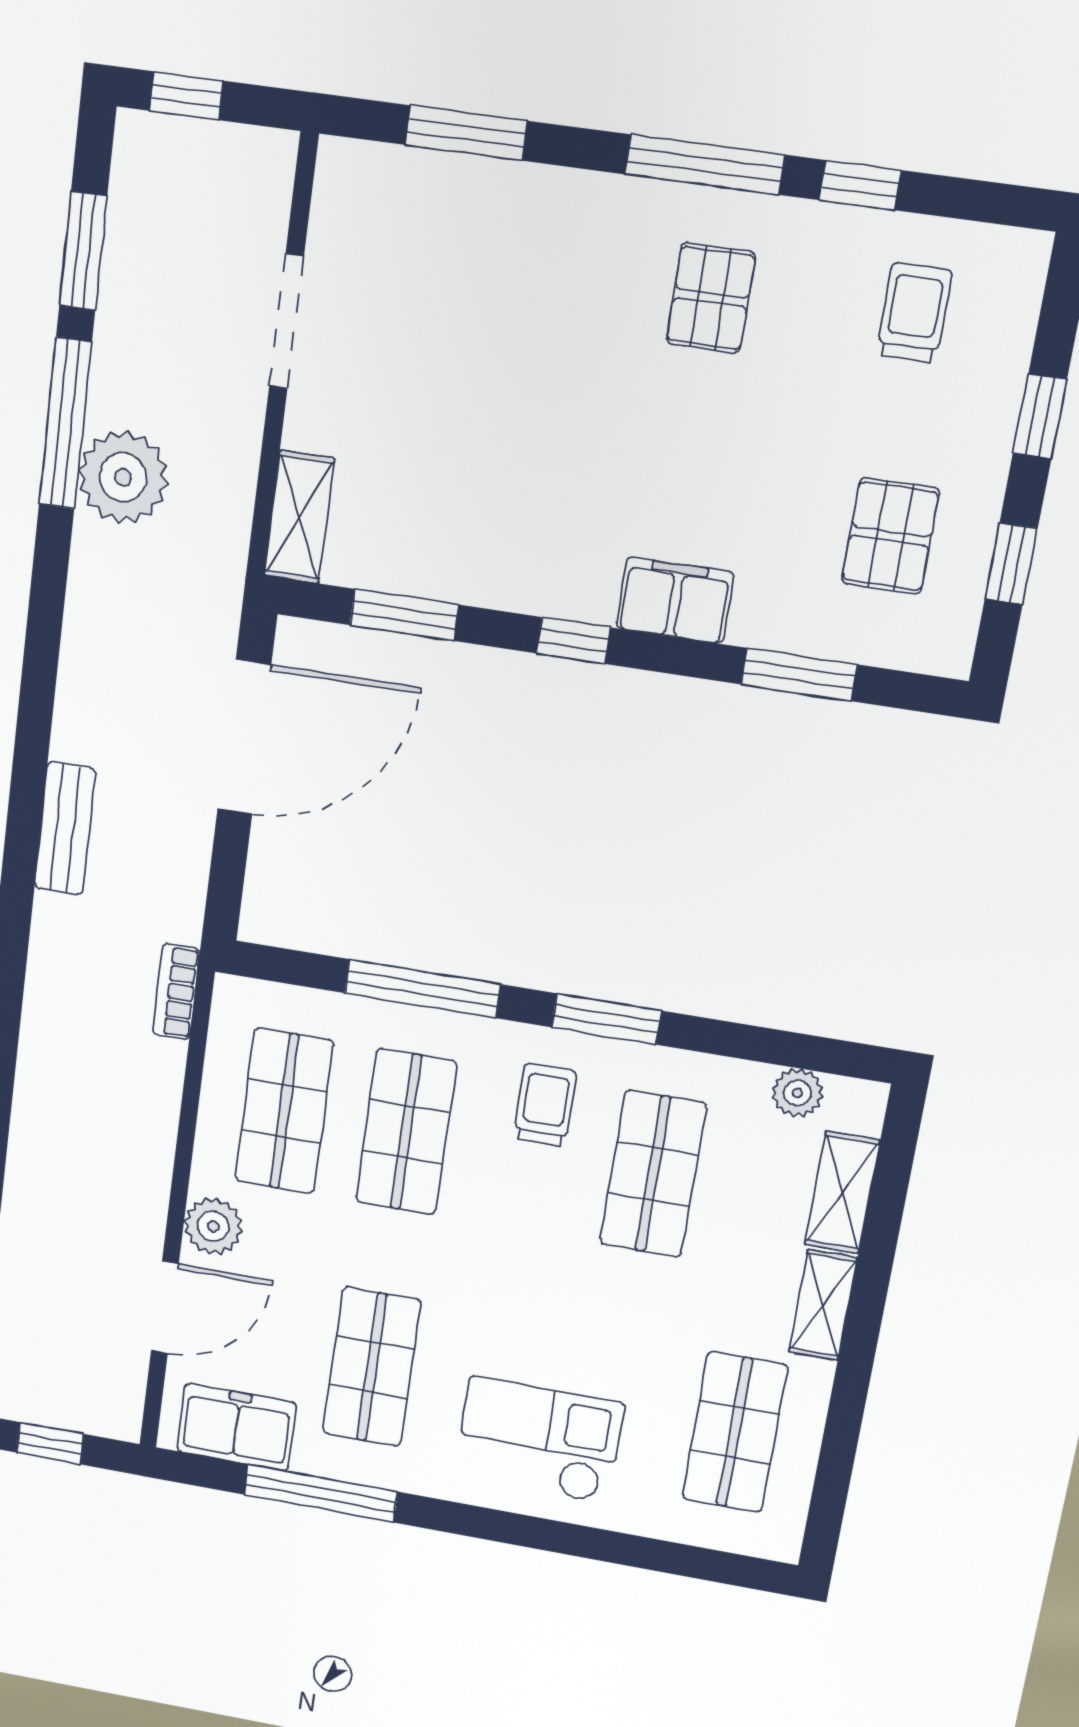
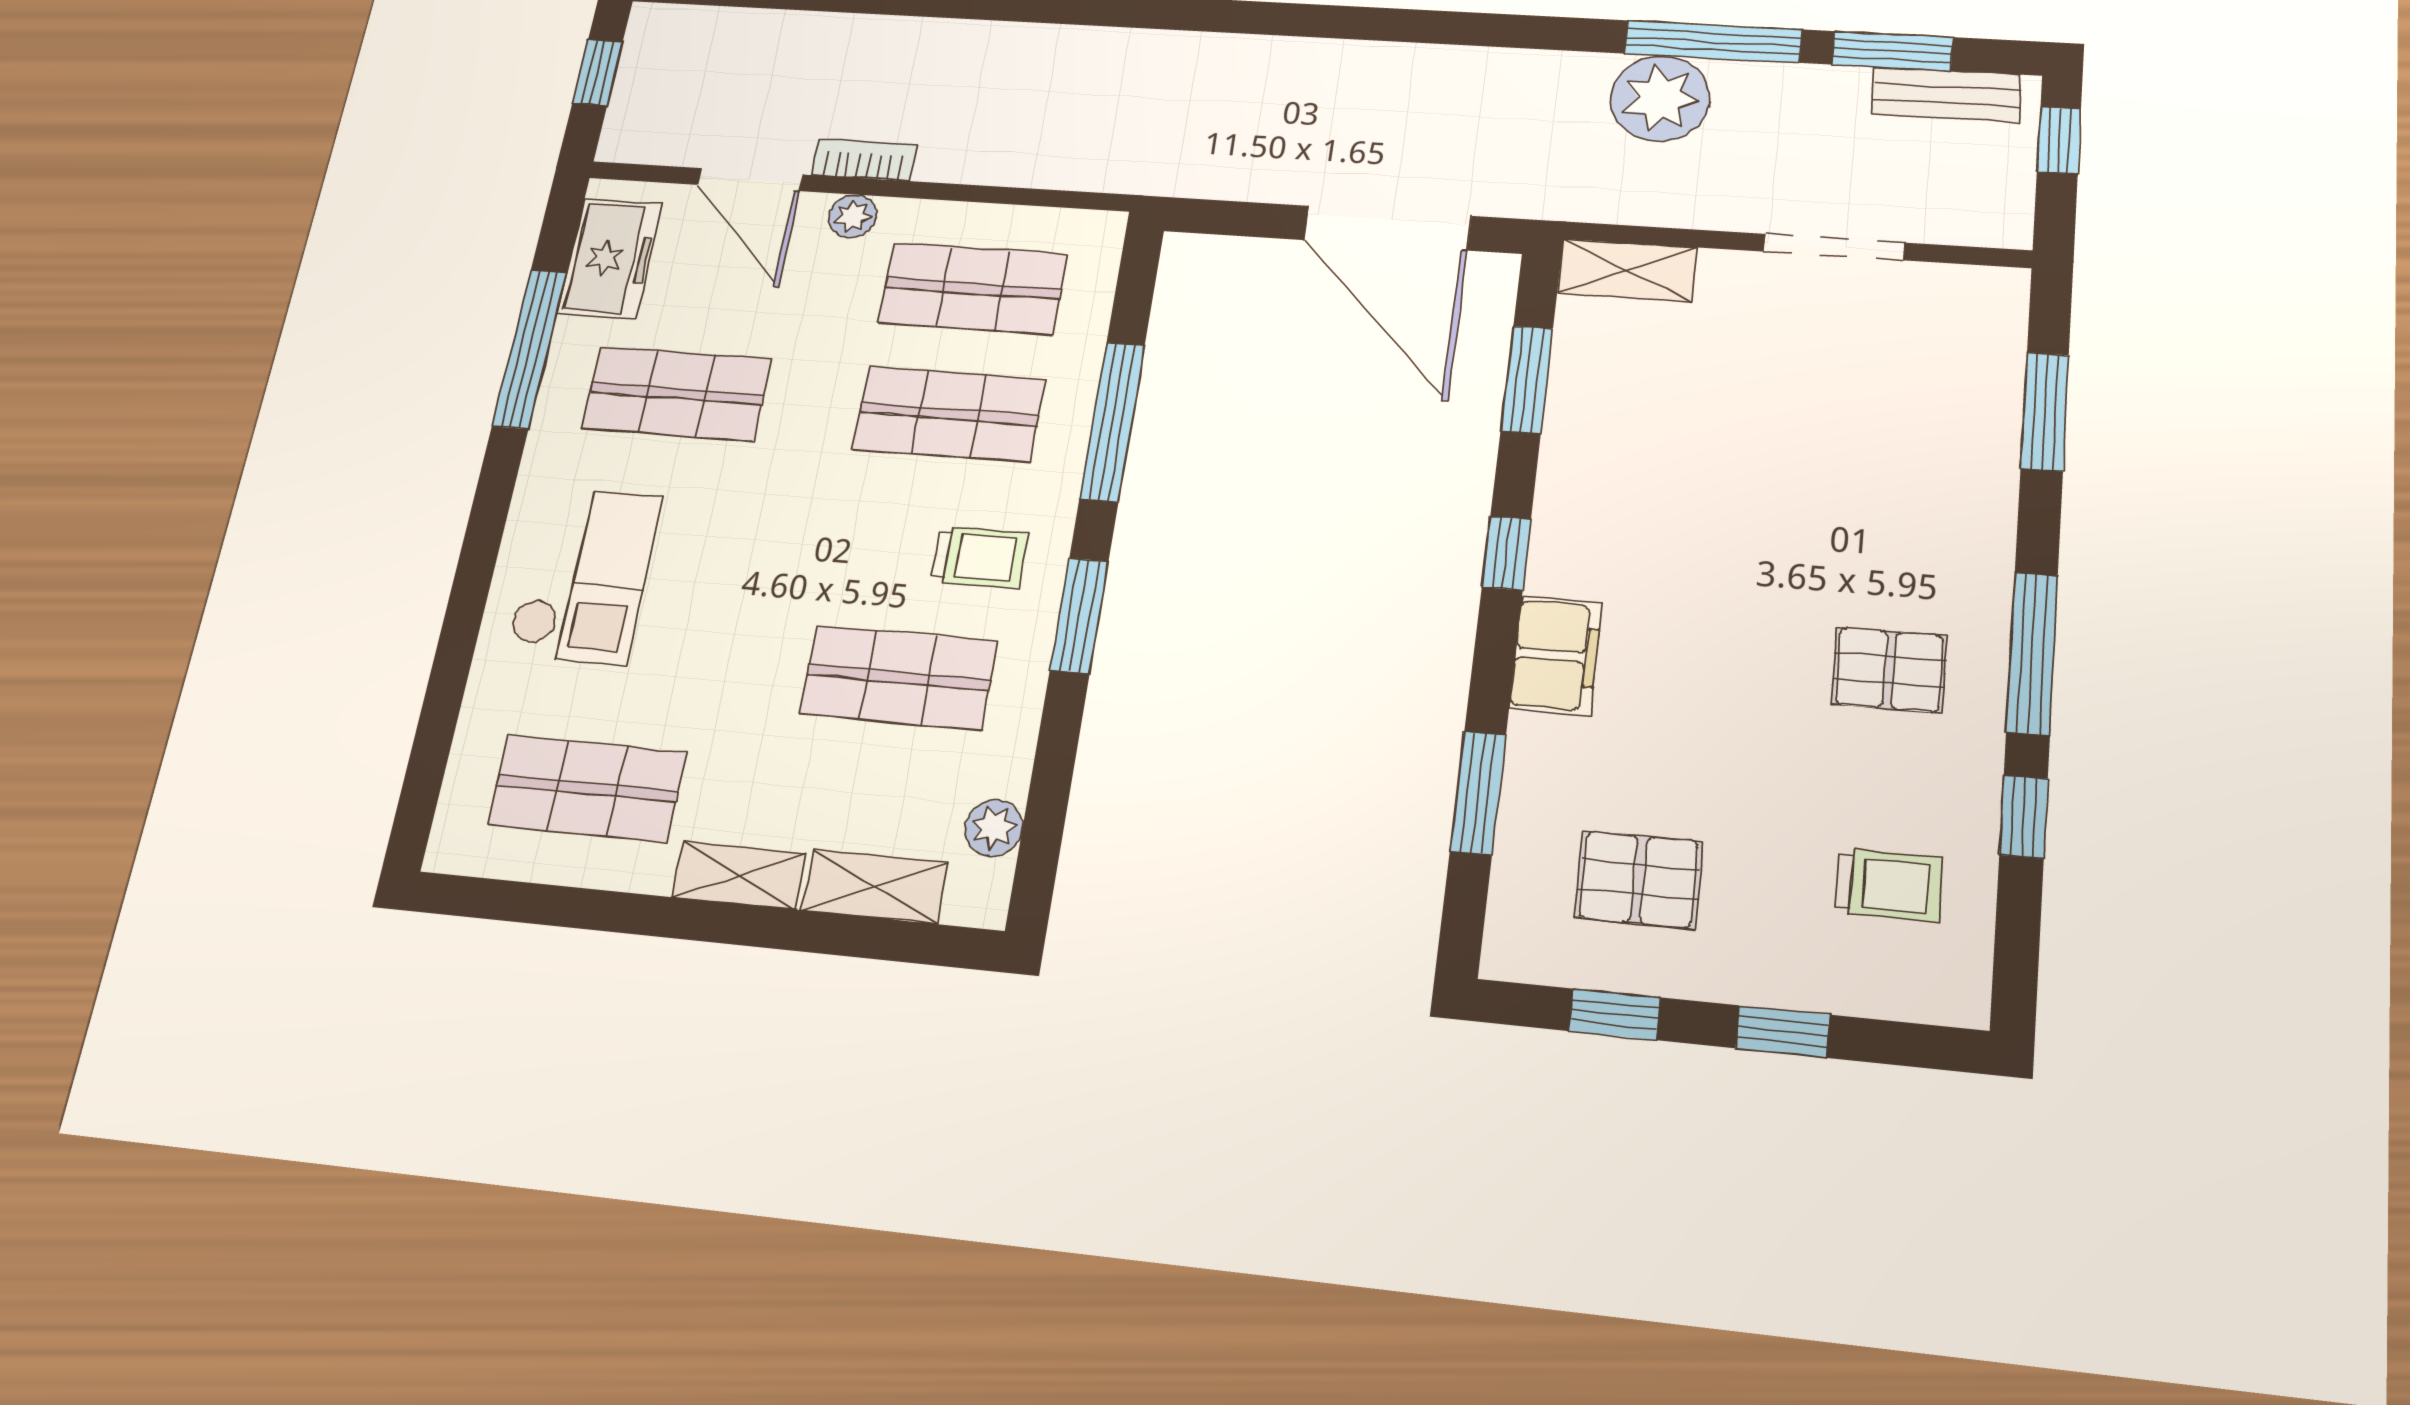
bench: (65, 829) -> (1946, 95), moved
bookcase: (176, 992) -> (864, 160), moved
plant: (213, 1226) -> (853, 216), width x0.73, depth x0.73

